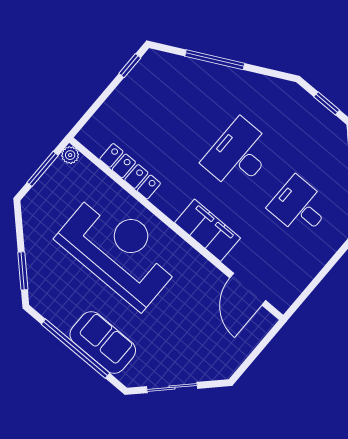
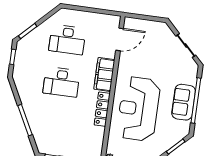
locker: (130, 171) -> (102, 109), moved
desk: (299, 207) -> (67, 40), width x1.37
sofa: (103, 342) -> (184, 102), moved

